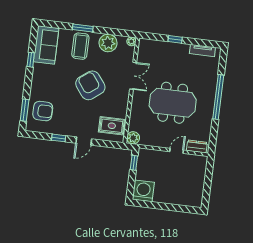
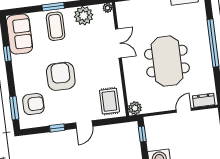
armchair: (90, 85) -> (61, 76), moved, turned 37
meeting table: (173, 103) -> (167, 61), turned 90
rug: (112, 126) -> (109, 101), turned 90

